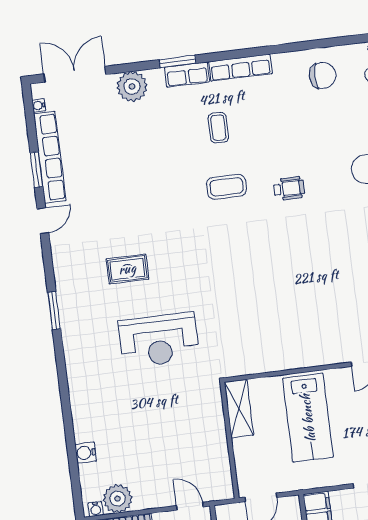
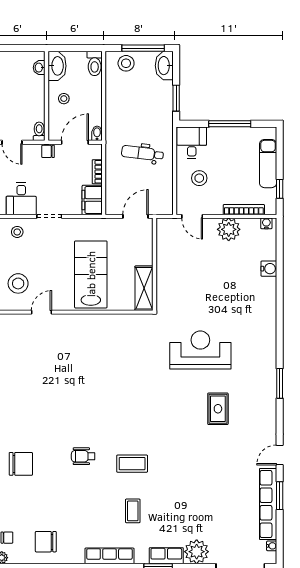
row of seats: (187, 74) -> (166, 556), moved
rug: (127, 269) -> (218, 409), turned 90
plant: (118, 499) -> (229, 229), moved

